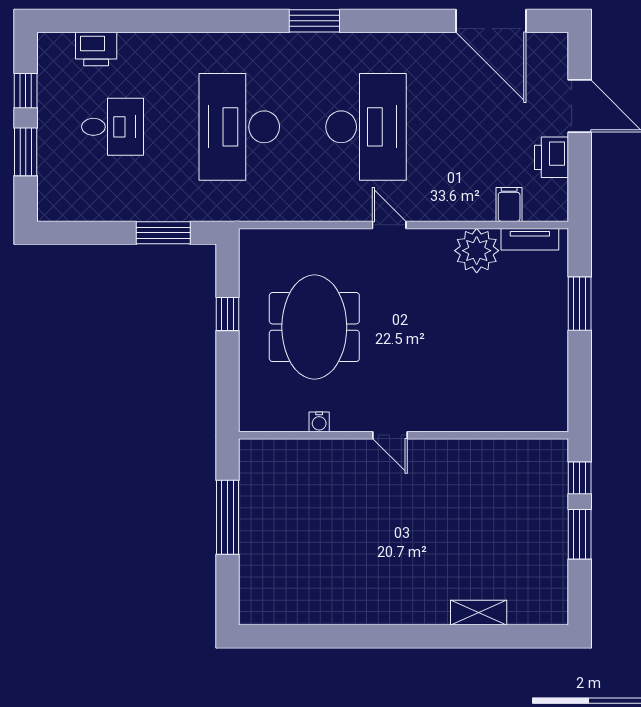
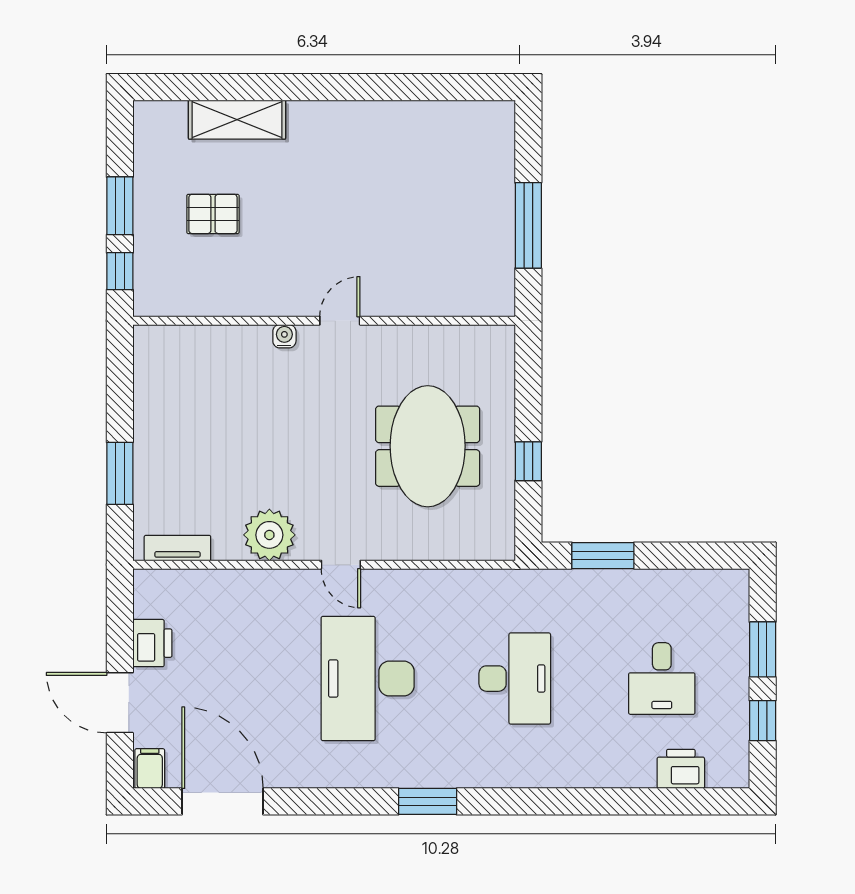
desk: (113, 127) -> (662, 679), turned -90
desk: (239, 127) -> (515, 679), width x0.73, depth x0.77
filing cabinet: (509, 204) -> (150, 769), moved, turned 180
plant: (477, 251) -> (269, 535), moved
water cooler: (319, 422) -> (284, 336), moved
door: (390, 435) -> (340, 321), hinge flipped
pallet: (499, 527) -> (213, 214), added
shelving: (479, 613) -> (237, 120), width x1.50, depth x1.33

